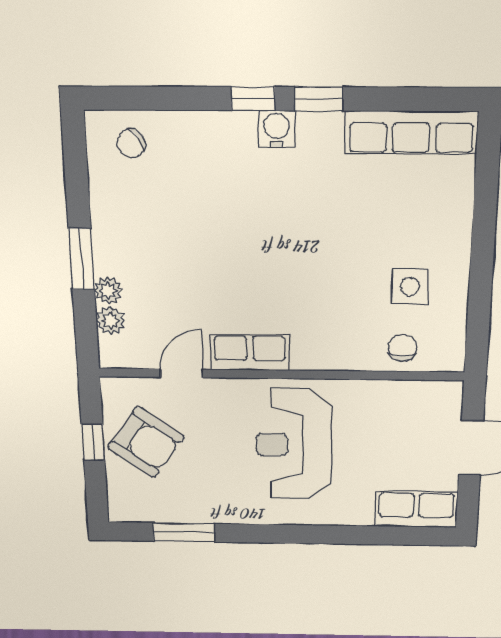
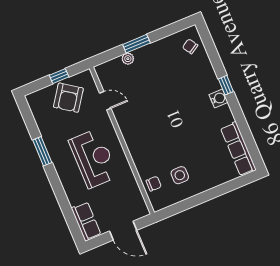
window: (319, 99) -> (236, 109), removed
plant: (111, 321) -> (116, 64), removed
row of seats: (250, 352) -> (126, 124), removed
reception desk: (294, 445) -> (93, 159), turned 90
window: (184, 532) -> (42, 151), moved

